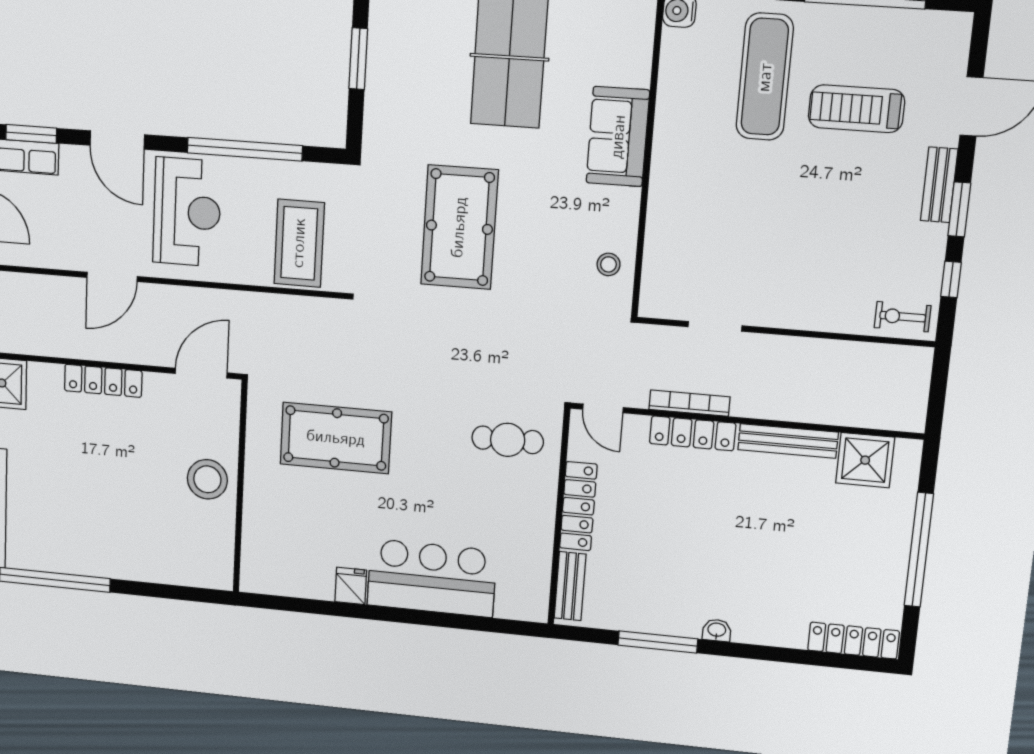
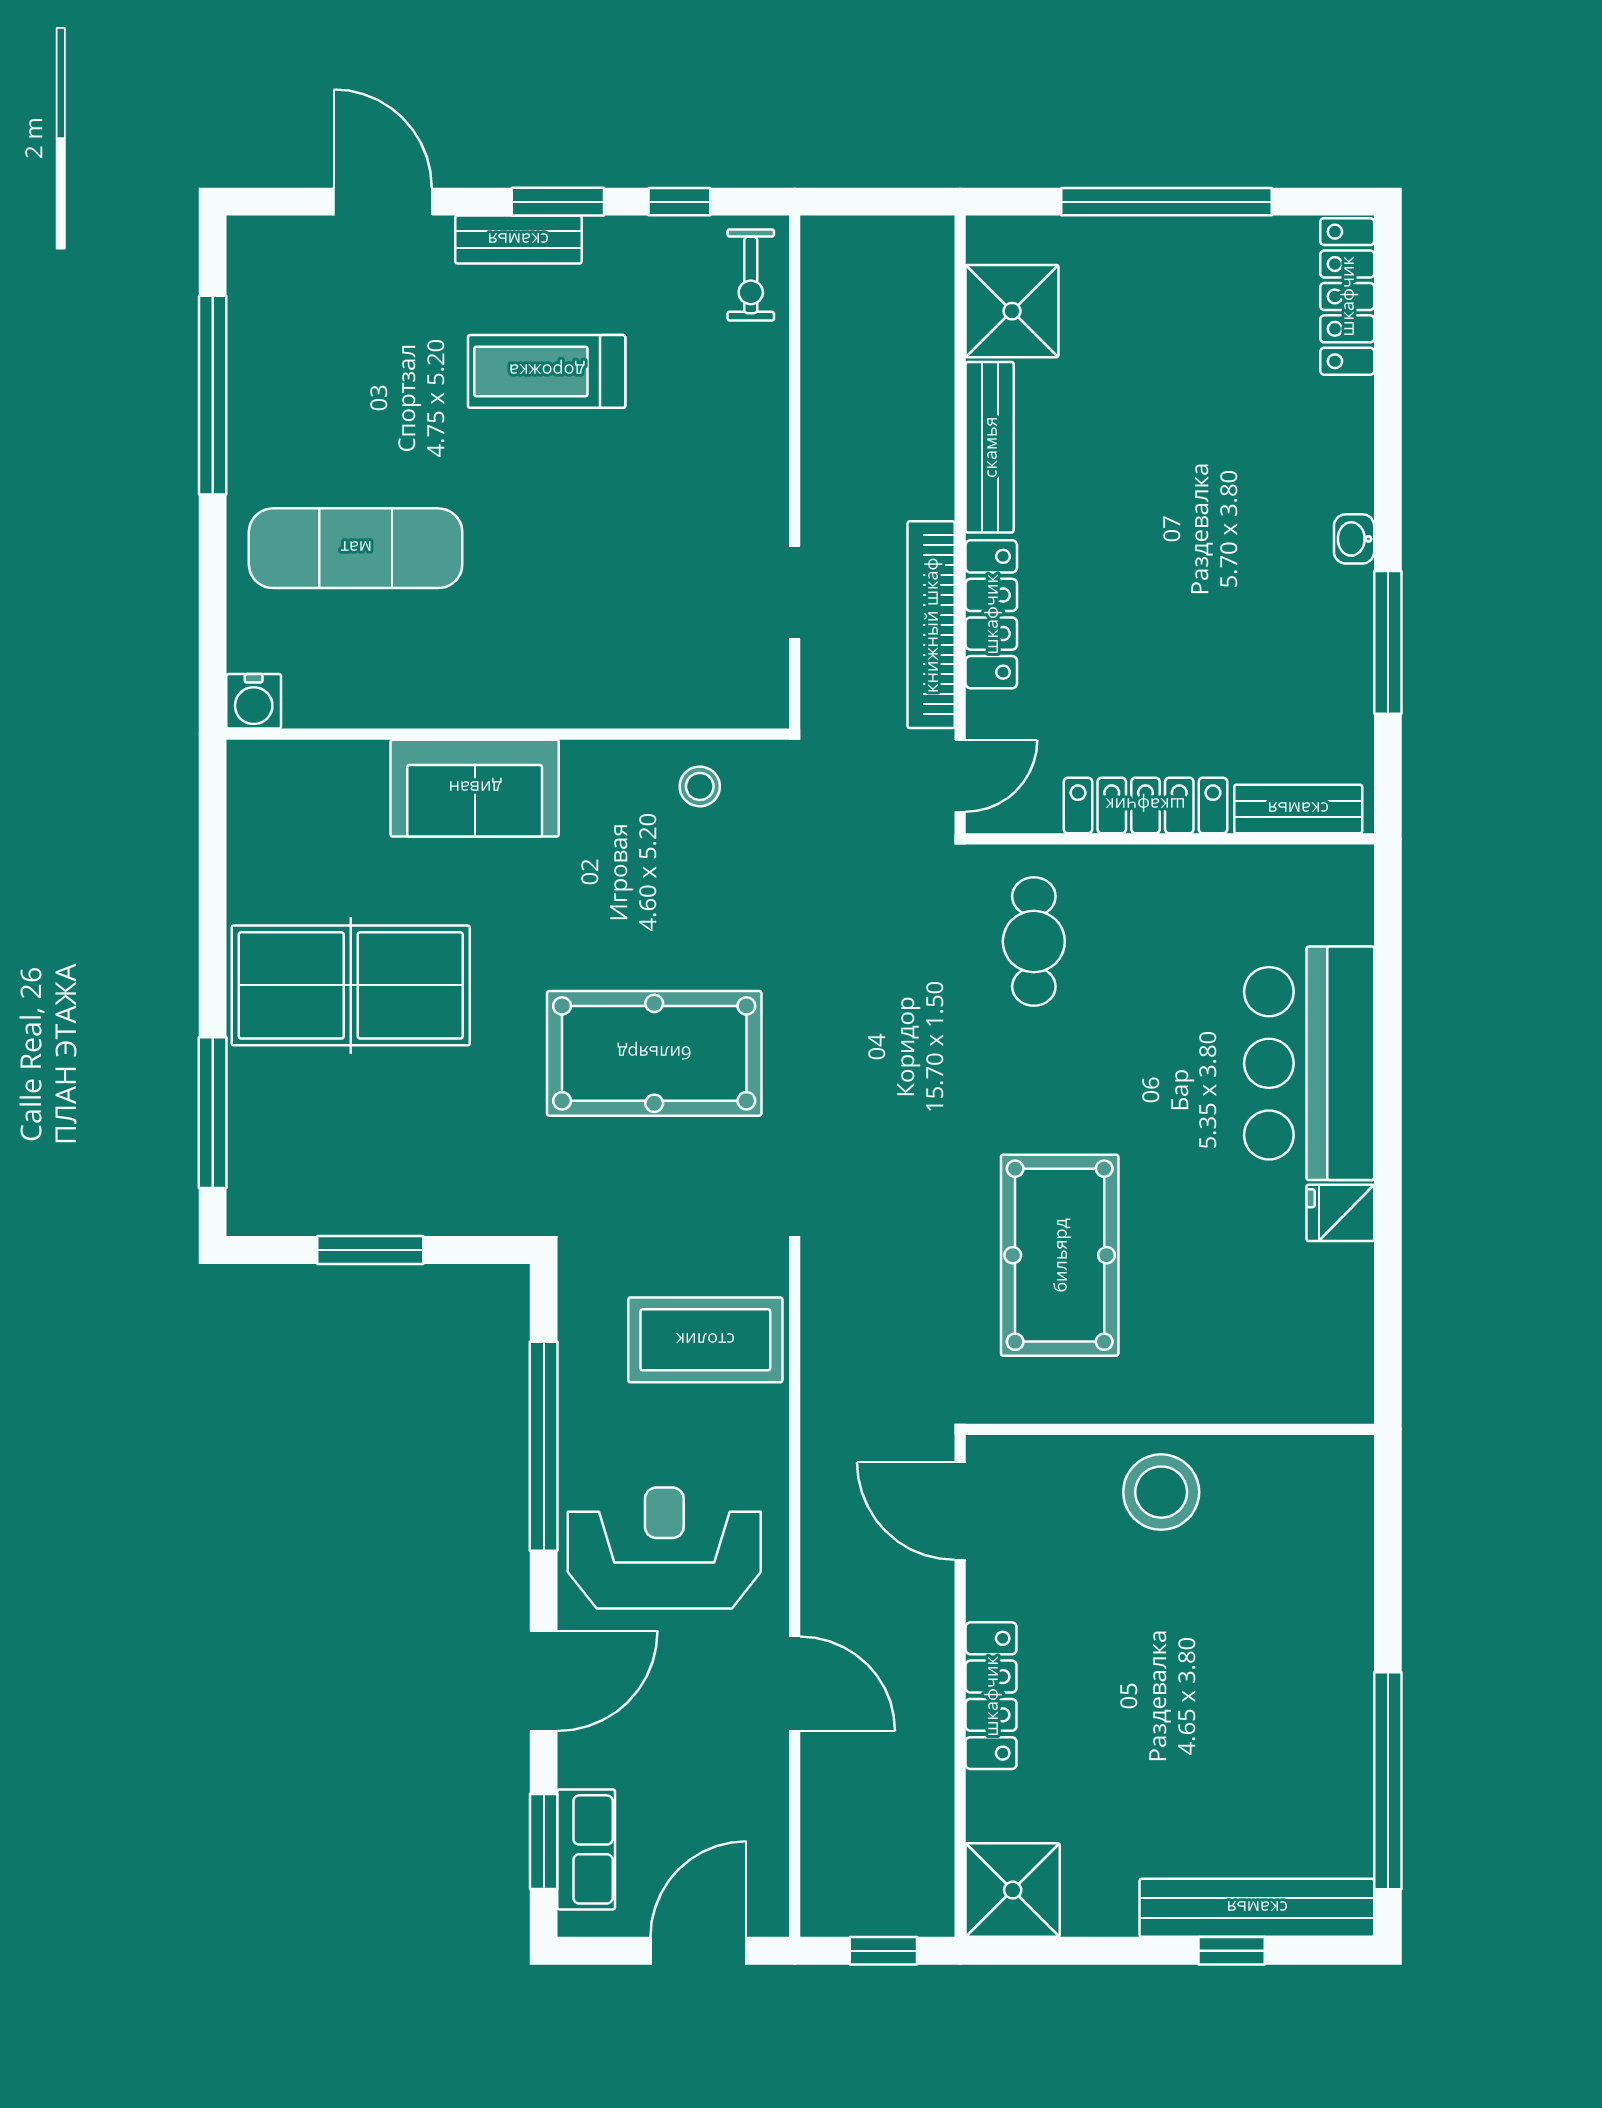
treadmill: (856, 109) -> (547, 371), moved, turned 90
bookcase: (689, 403) -> (931, 625), width x1.48, depth x1.31

